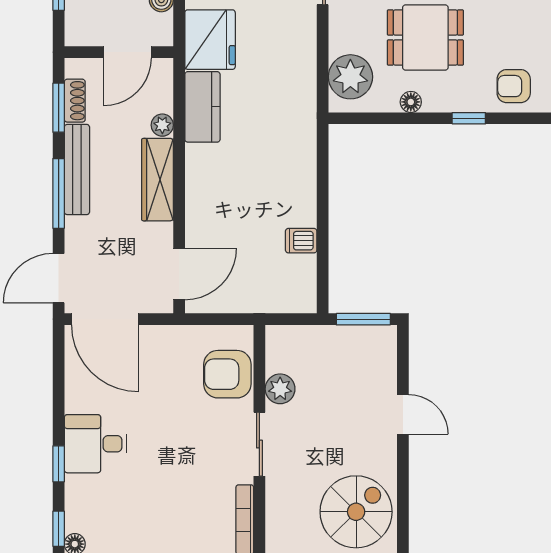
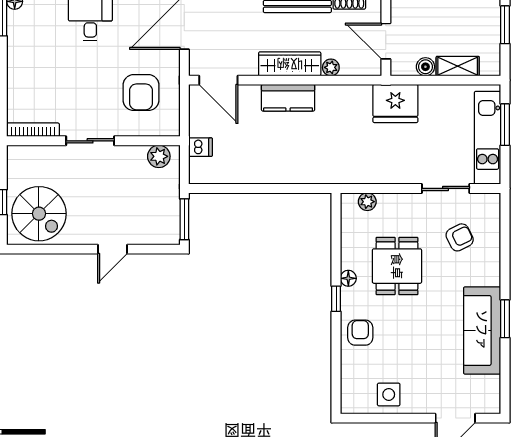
plant: (350, 77) -> (367, 202), width x0.53, depth x0.53
floor lamp: (411, 102) -> (348, 278), moved
kitchen counter: (202, 107) -> (288, 98), moved
dishwasher: (301, 241) -> (201, 147), moved, turned 90
armchair: (227, 374) -> (141, 93), moved, turned 180
plant: (280, 389) -> (159, 156), moved

